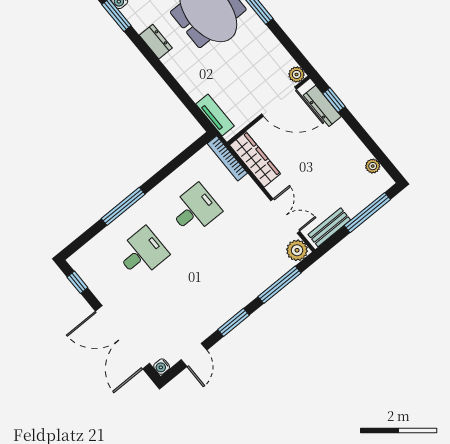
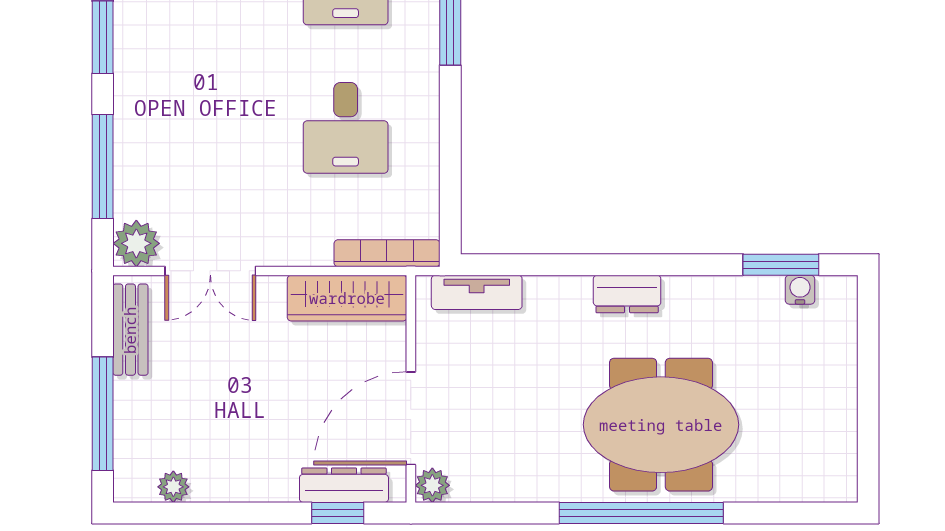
dresser: (156, 42) -> (627, 294), moved

